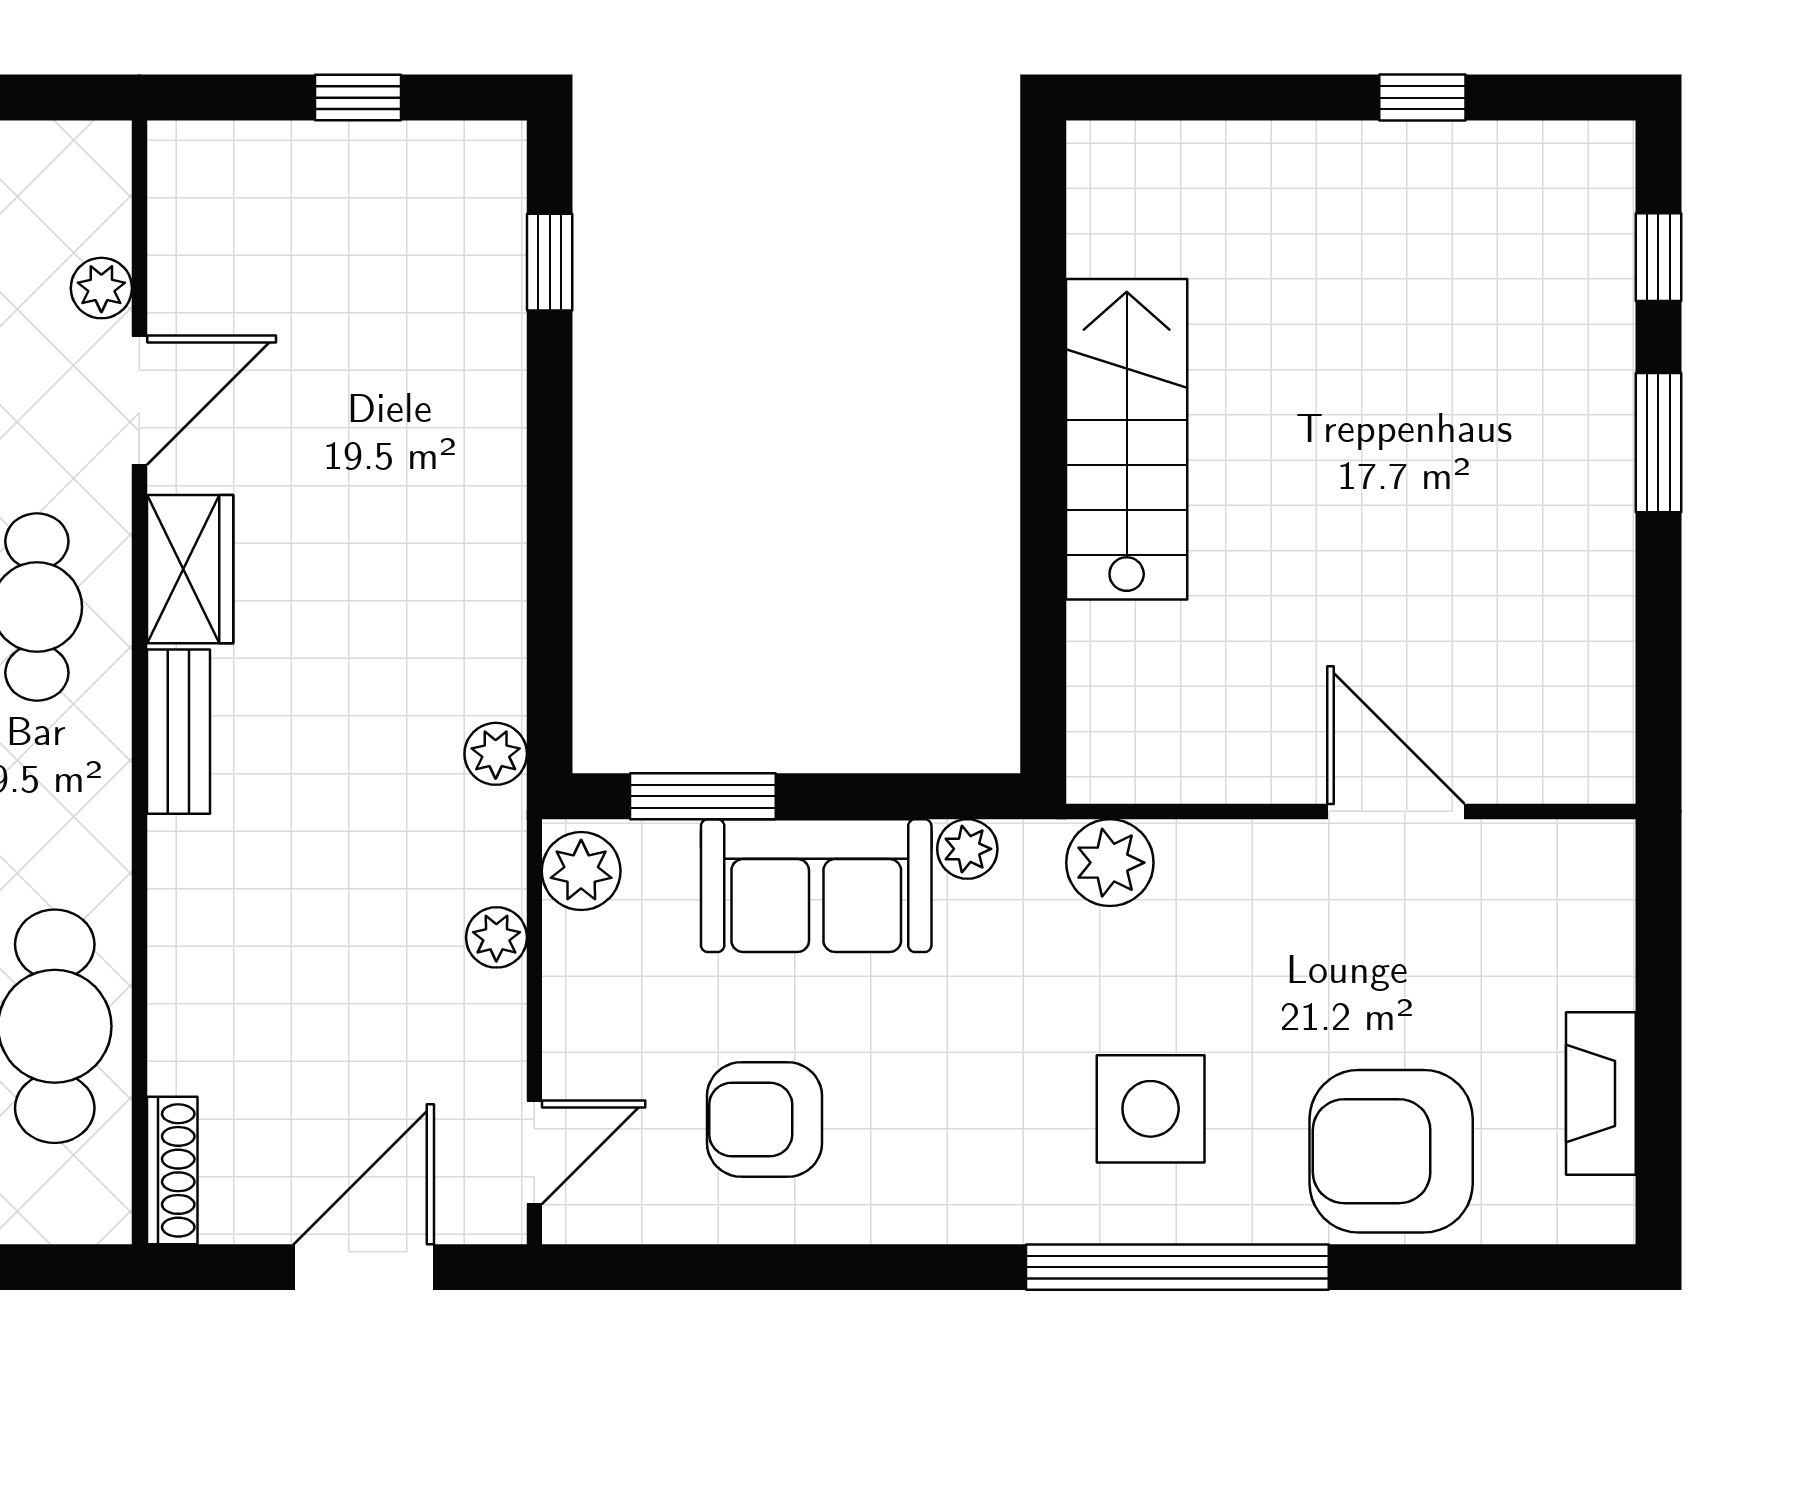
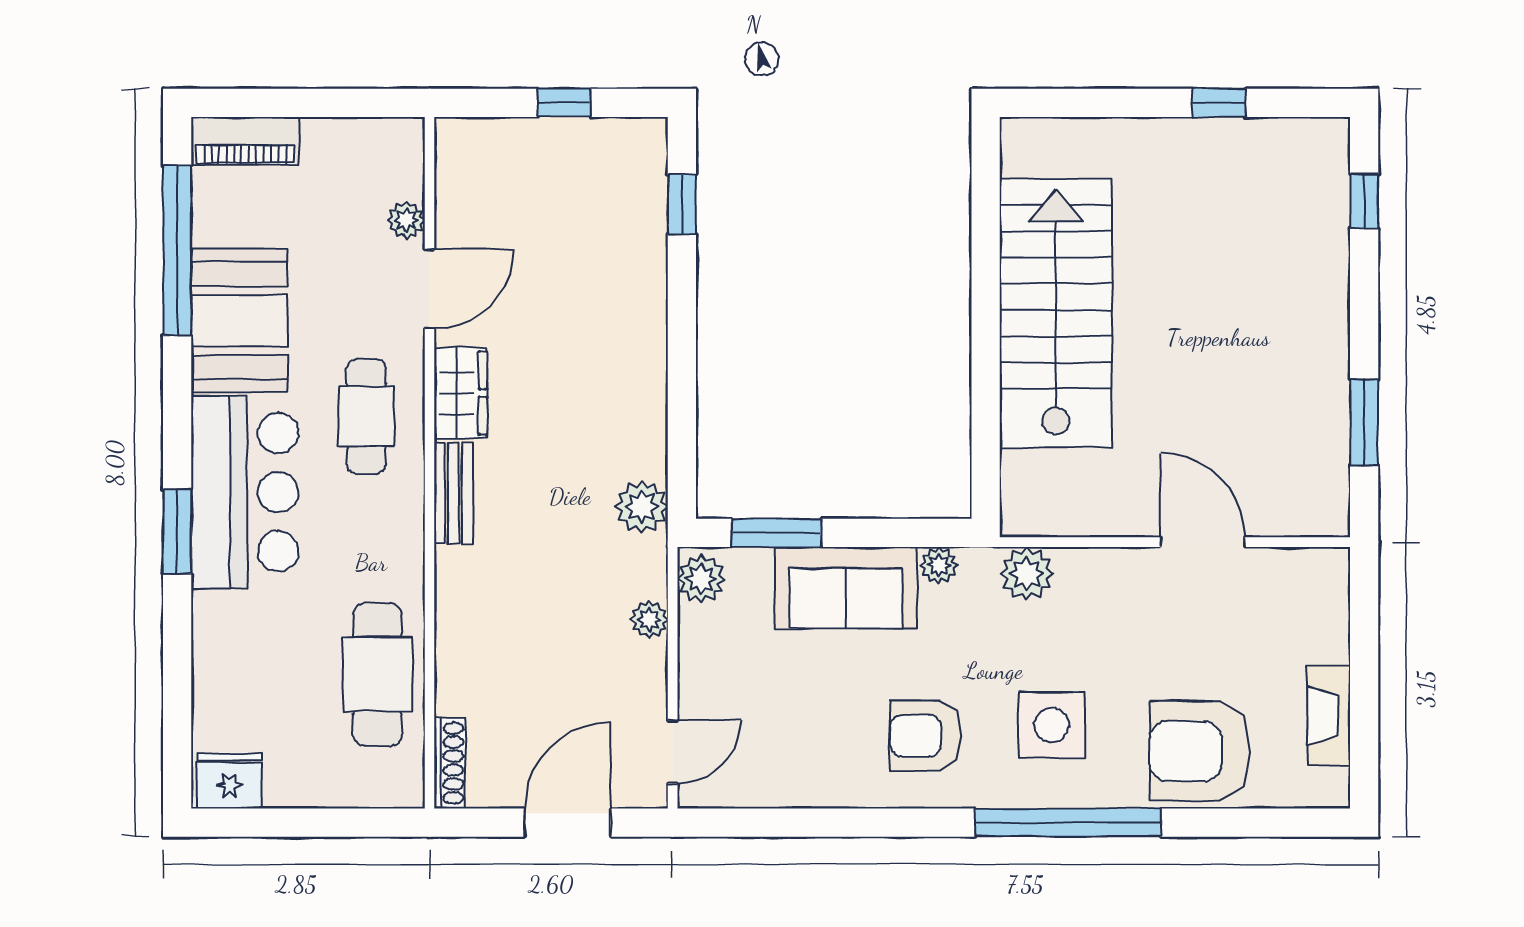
stairs: (1127, 439) -> (1056, 313), width x1.36, depth x1.51
window: (1658, 443) -> (1364, 422), moved
plant: (496, 754) -> (642, 507), width x1.38, depth x1.38
armchair: (765, 1119) -> (925, 736), moved

